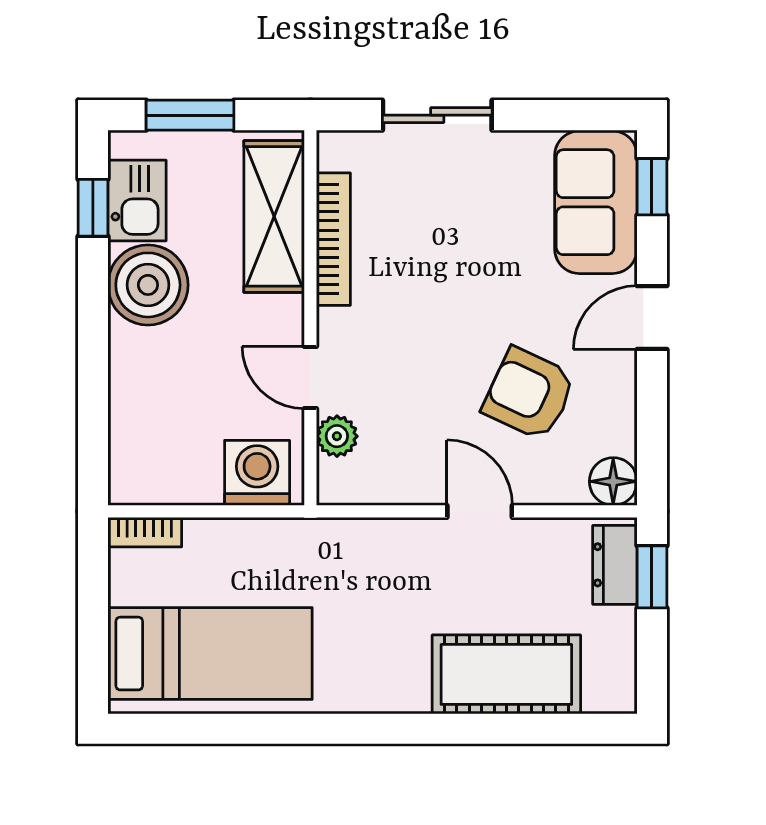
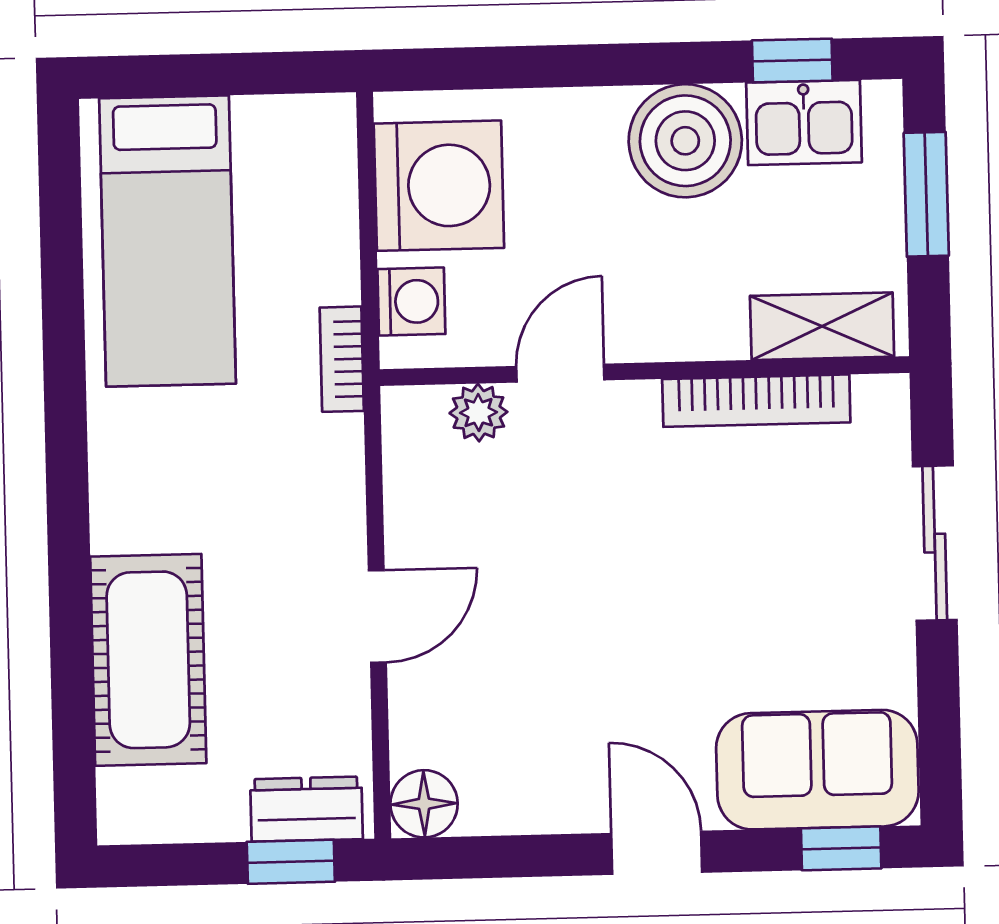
shelving: (274, 216) -> (822, 326), width x0.67, depth x0.75
armchair: (529, 394) -> (545, 682), removed
washing machine: (175, 460) -> (439, 186), added
washing machine: (257, 473) -> (411, 302), width x0.73, depth x0.73
bookcase: (145, 532) -> (342, 359), moved

